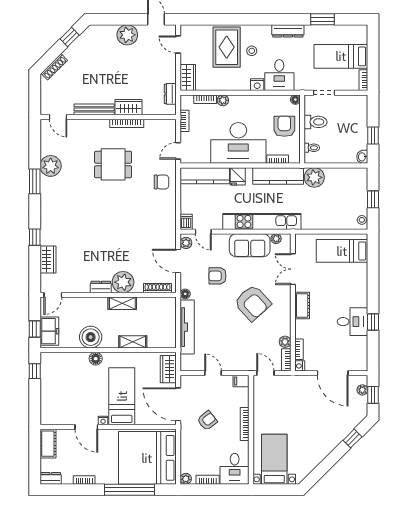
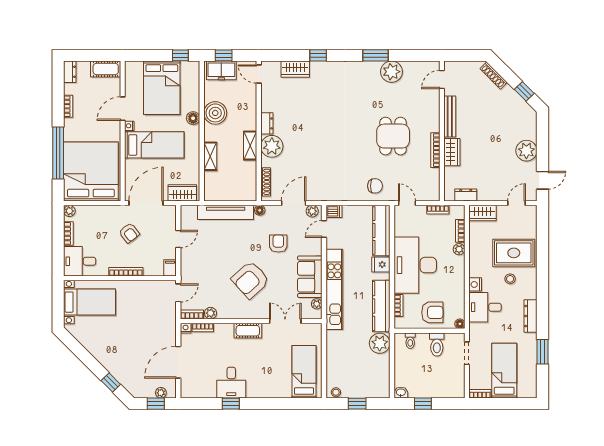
chair: (161, 182) -> (375, 186), turned -90
bed: (66, 389) -> (162, 88), added

